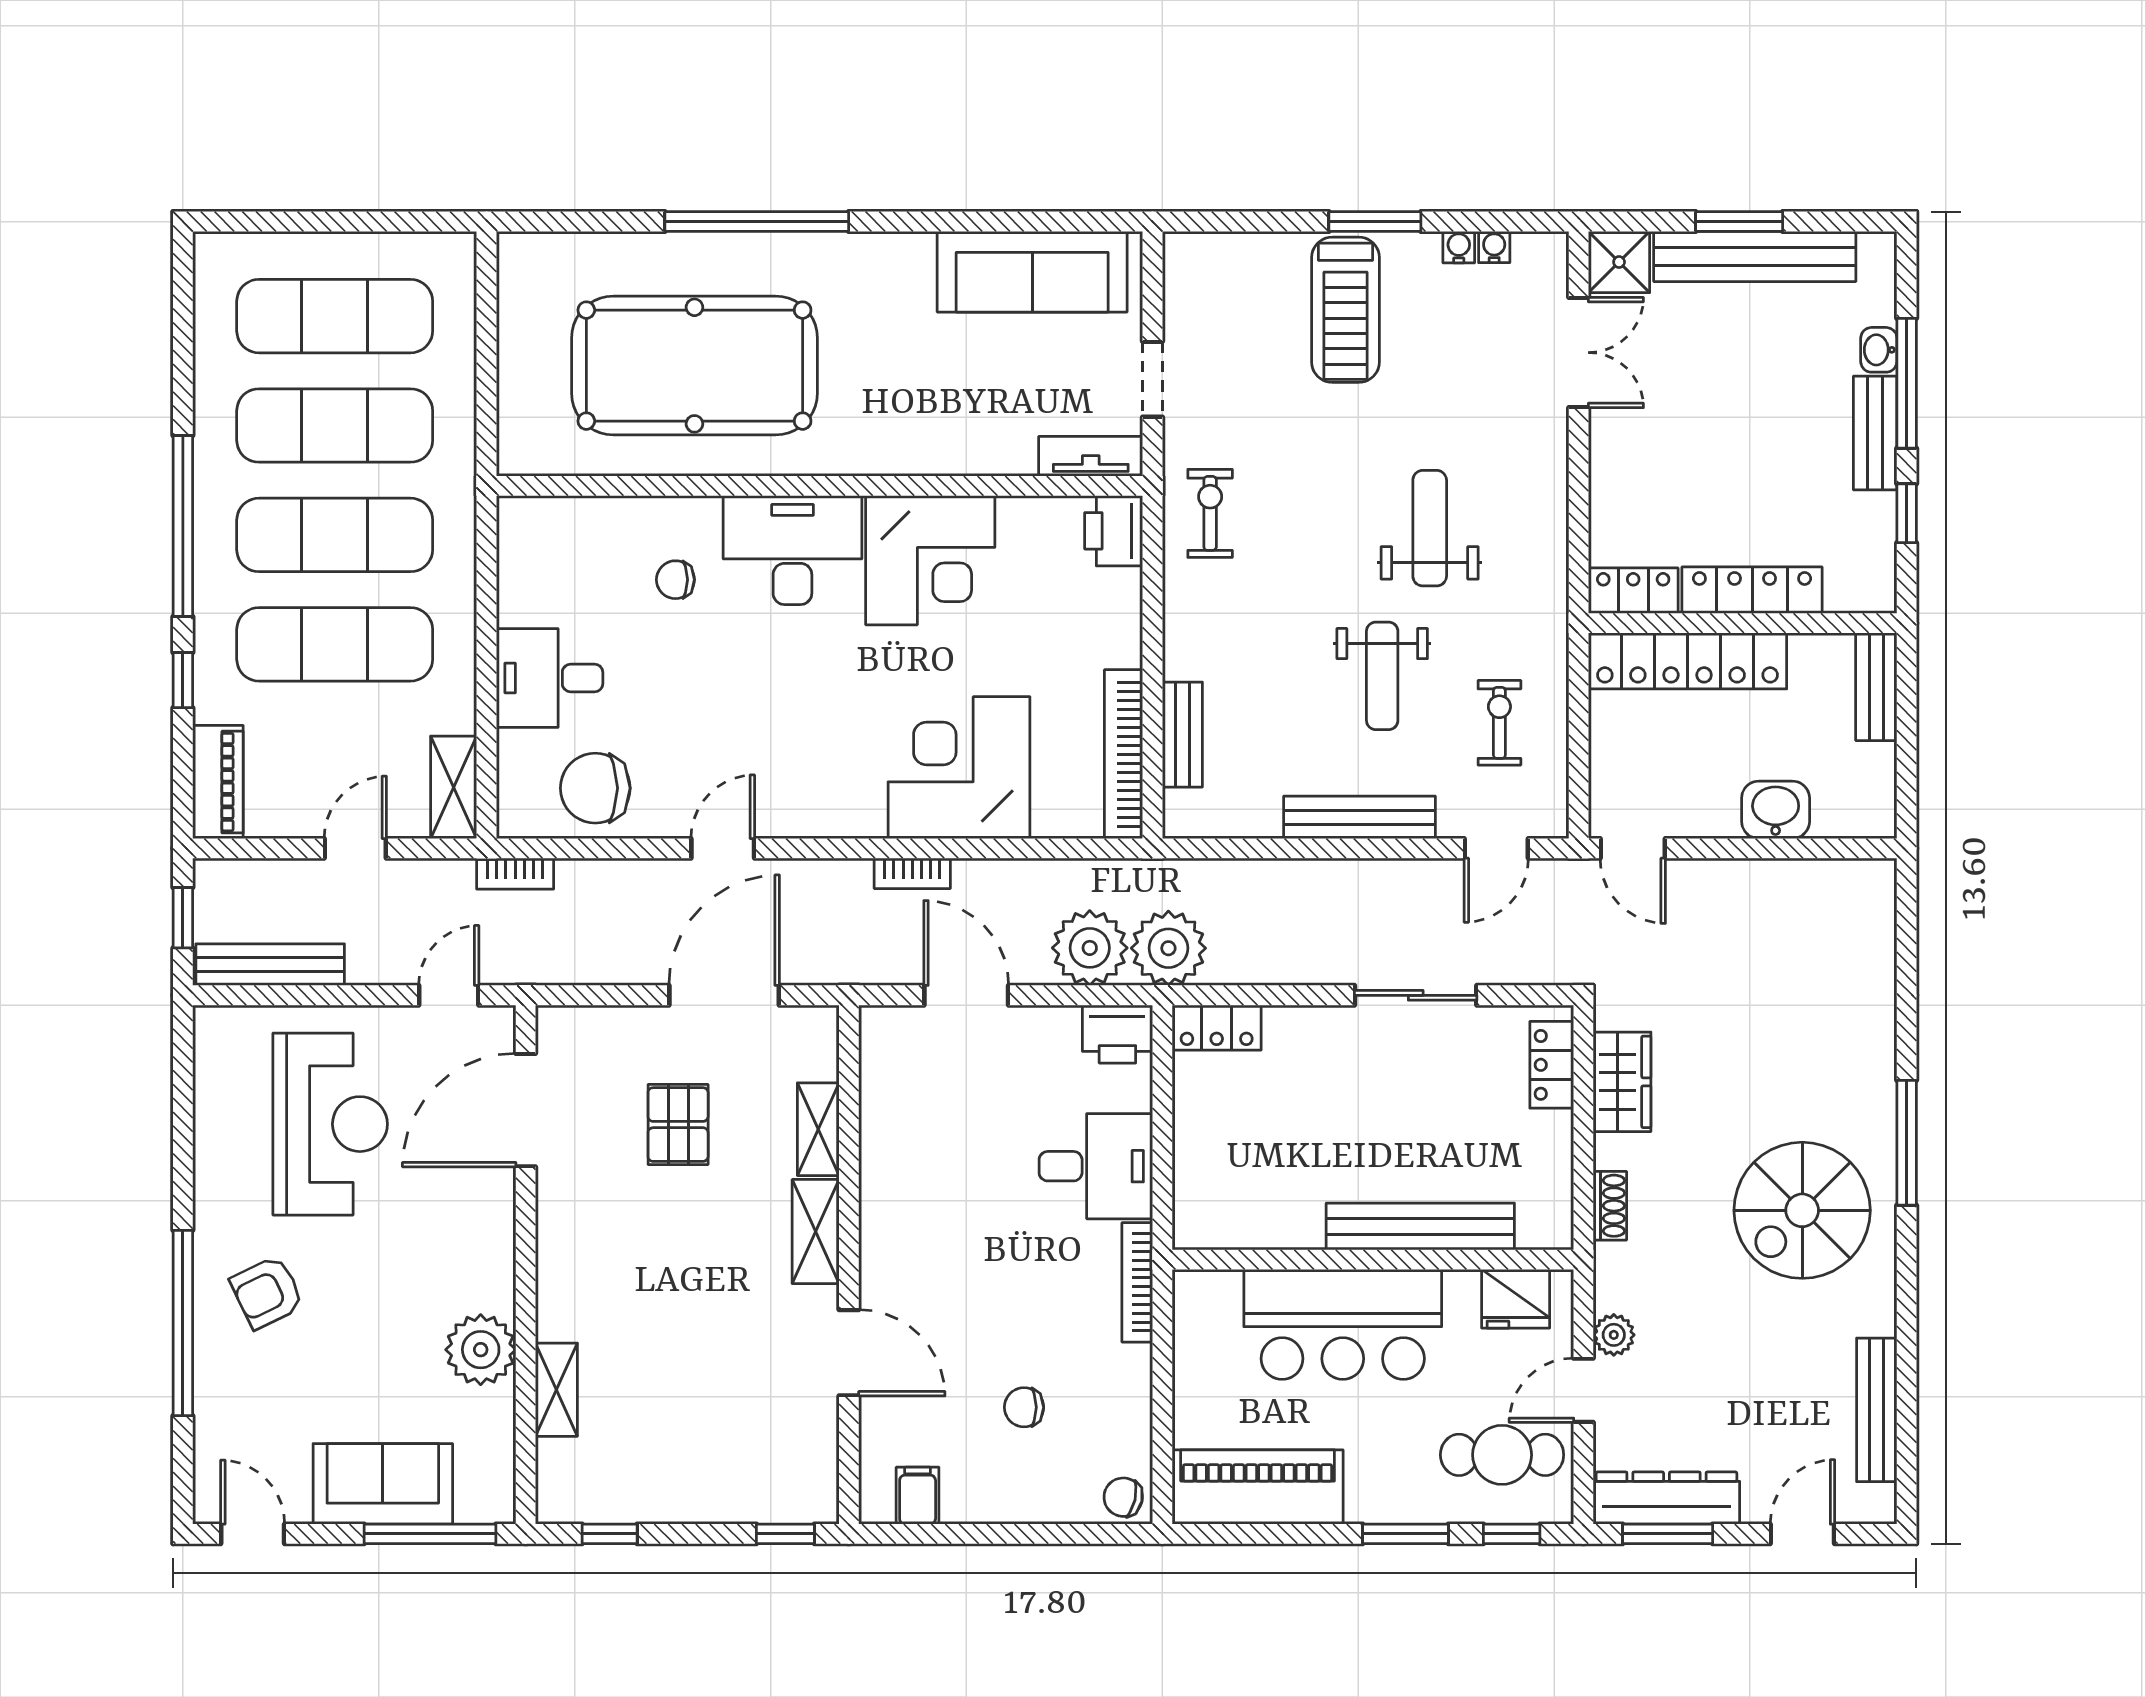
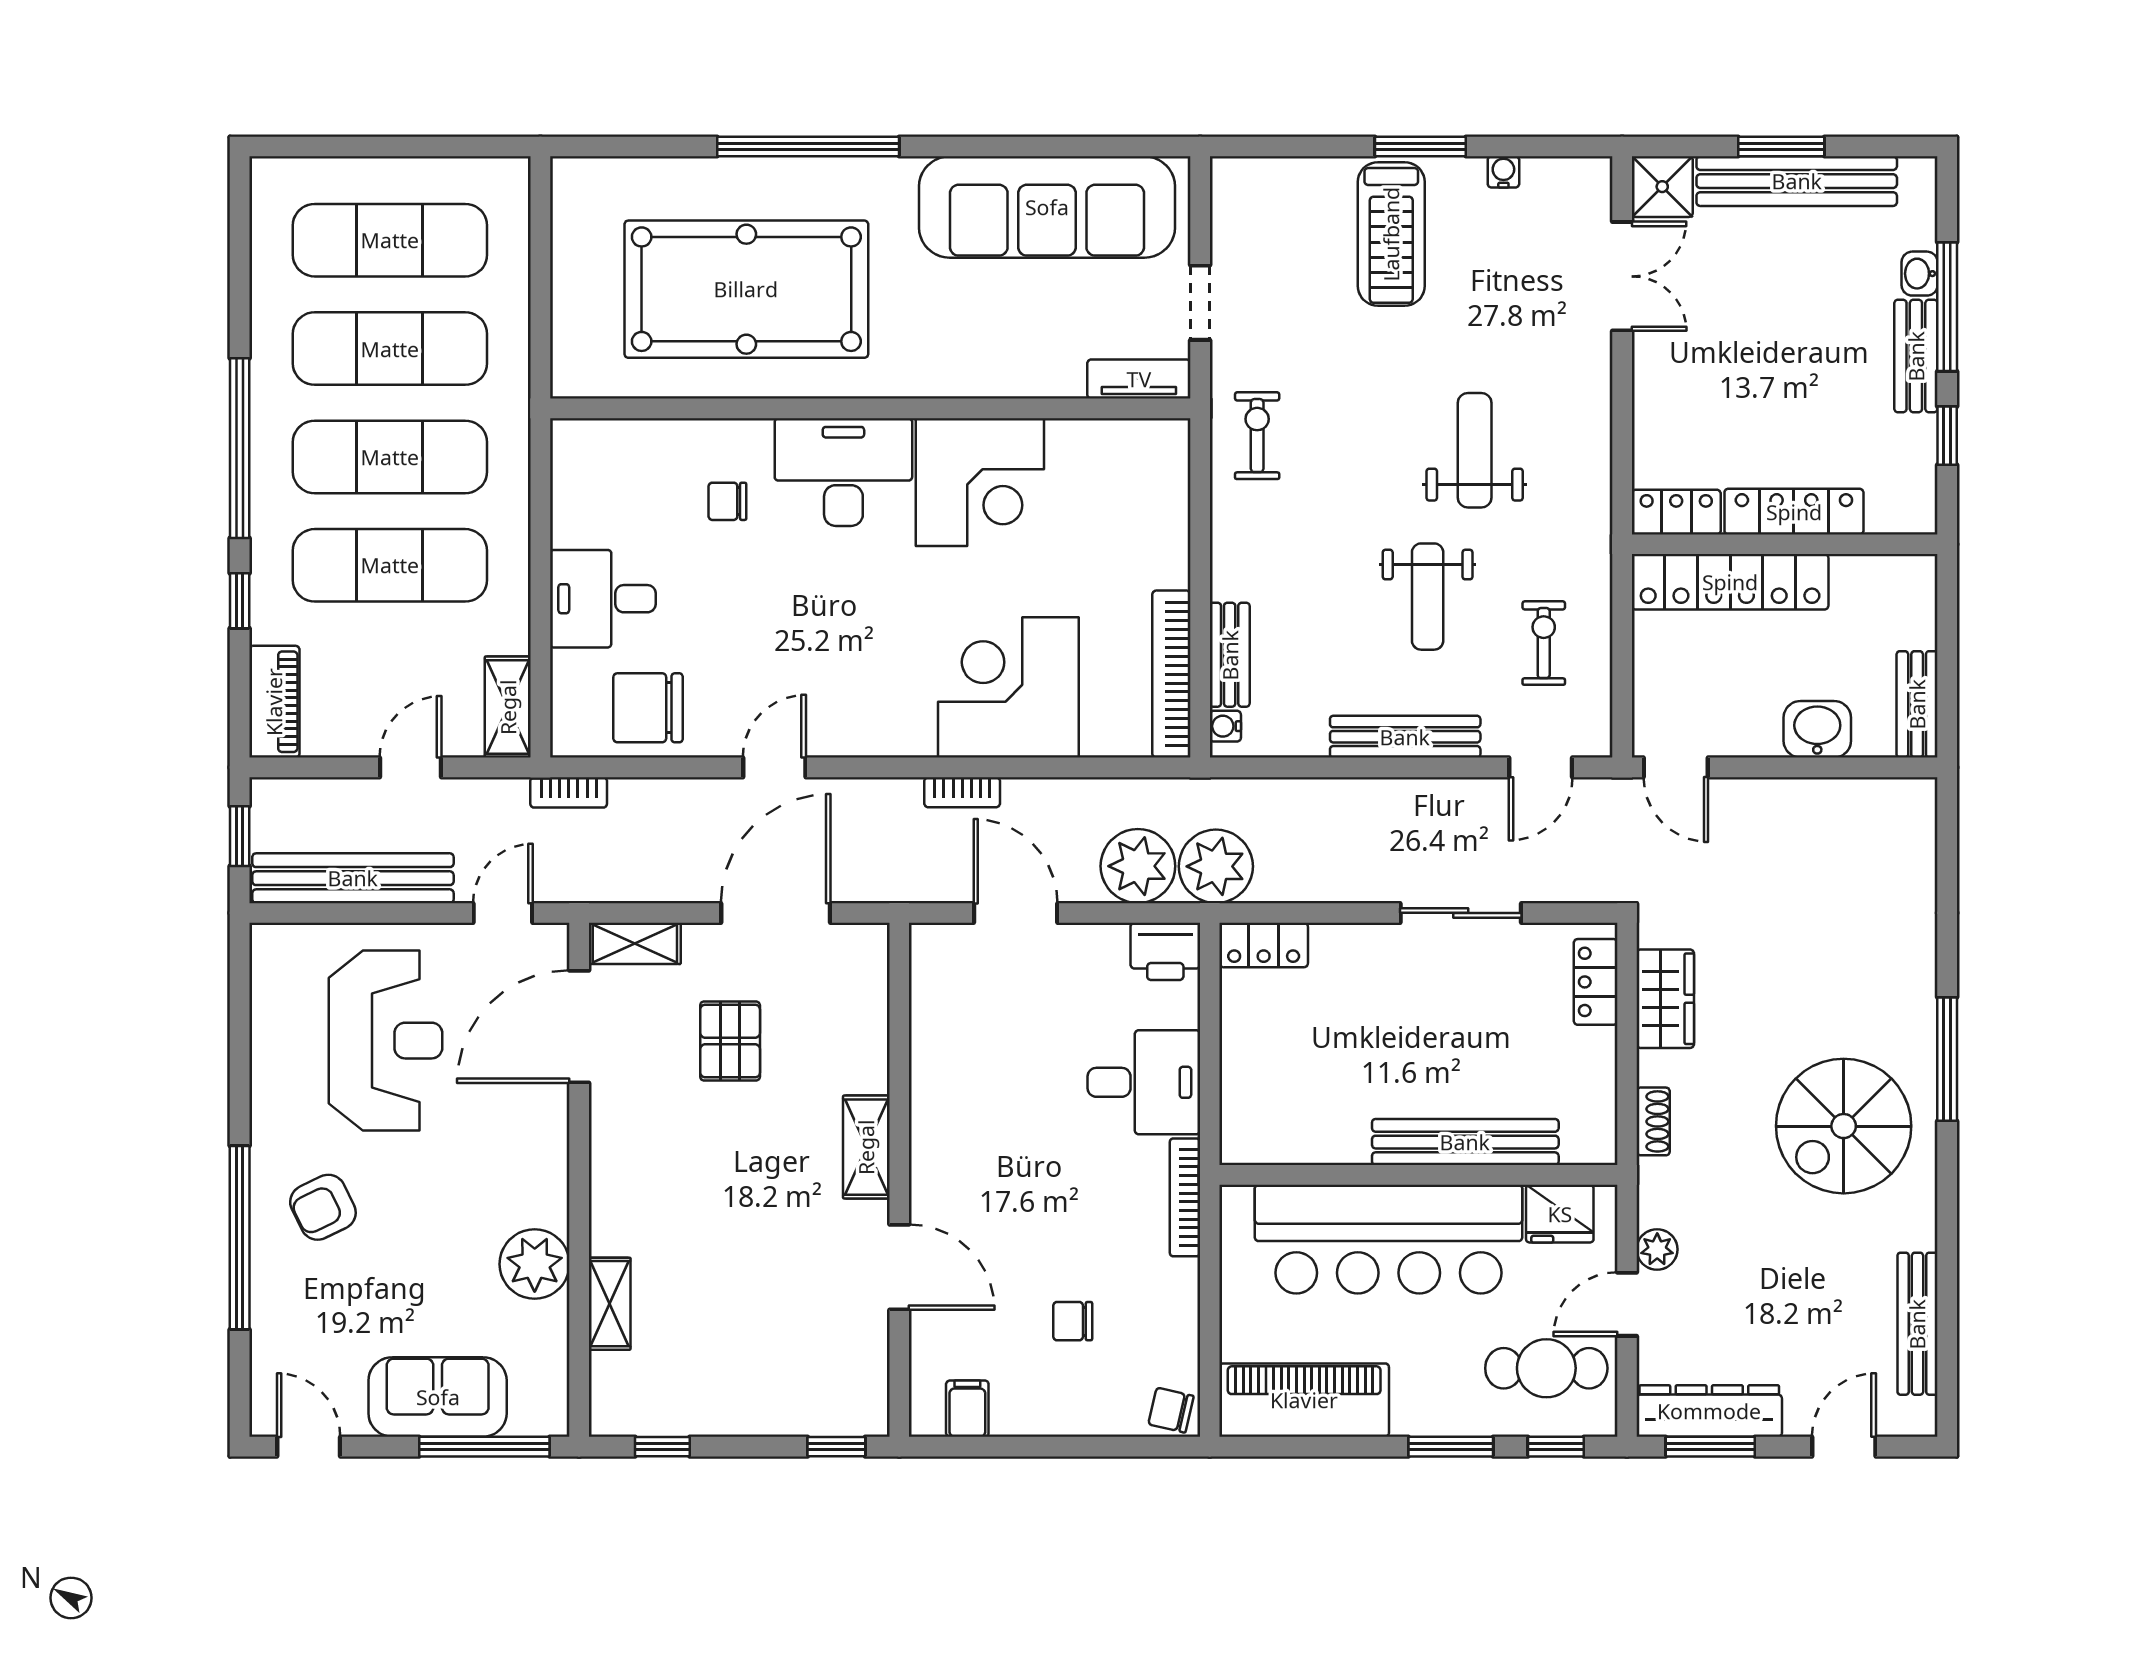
water cooler: (1494, 247) -> (1225, 726), moved, turned -90
sofa: (1032, 272) -> (1047, 207), width x1.36, depth x1.27
printer: (1114, 531) -> (1162, 453), removed
bench: (1876, 687) -> (1917, 704), moved
bench: (270, 965) -> (353, 878), width x1.37, depth x1.21
shelving: (818, 1129) -> (635, 943), moved, turned 90
bar counter: (1343, 1324) -> (1389, 1239), width x1.36

